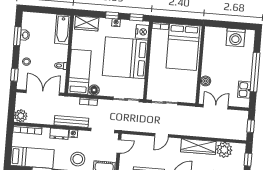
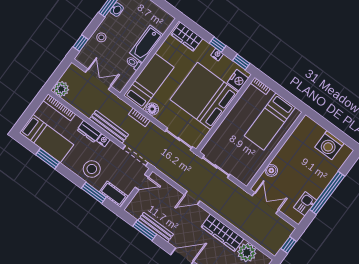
bathtub: (63, 29) -> (146, 44), moved
bed: (183, 47) -> (270, 122), width x0.67
double door: (43, 93) -> (98, 79), width x0.73

